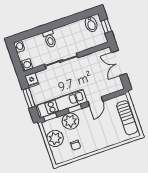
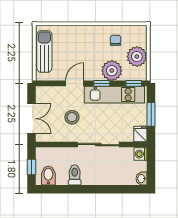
toilet: (50, 39) -> (75, 175), moved
stool: (89, 75) -> (72, 117), added

